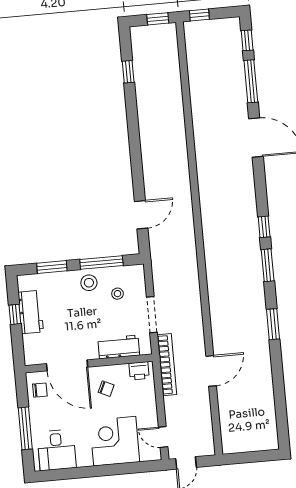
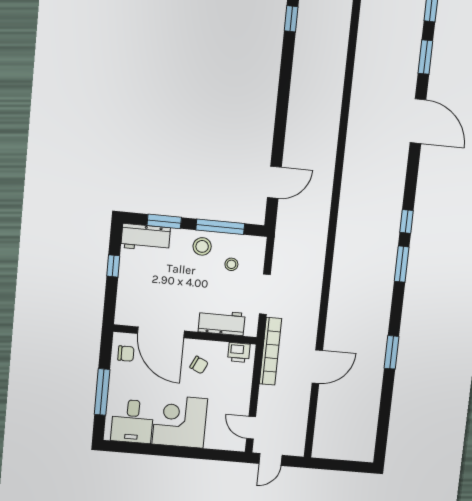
window: (251, 81) -> (425, 57), width x0.69
workbench: (31, 312) -> (146, 238), moved, turned 90
window: (273, 324) -> (391, 352), moved
corner desk: (115, 441) -> (180, 421), moved

